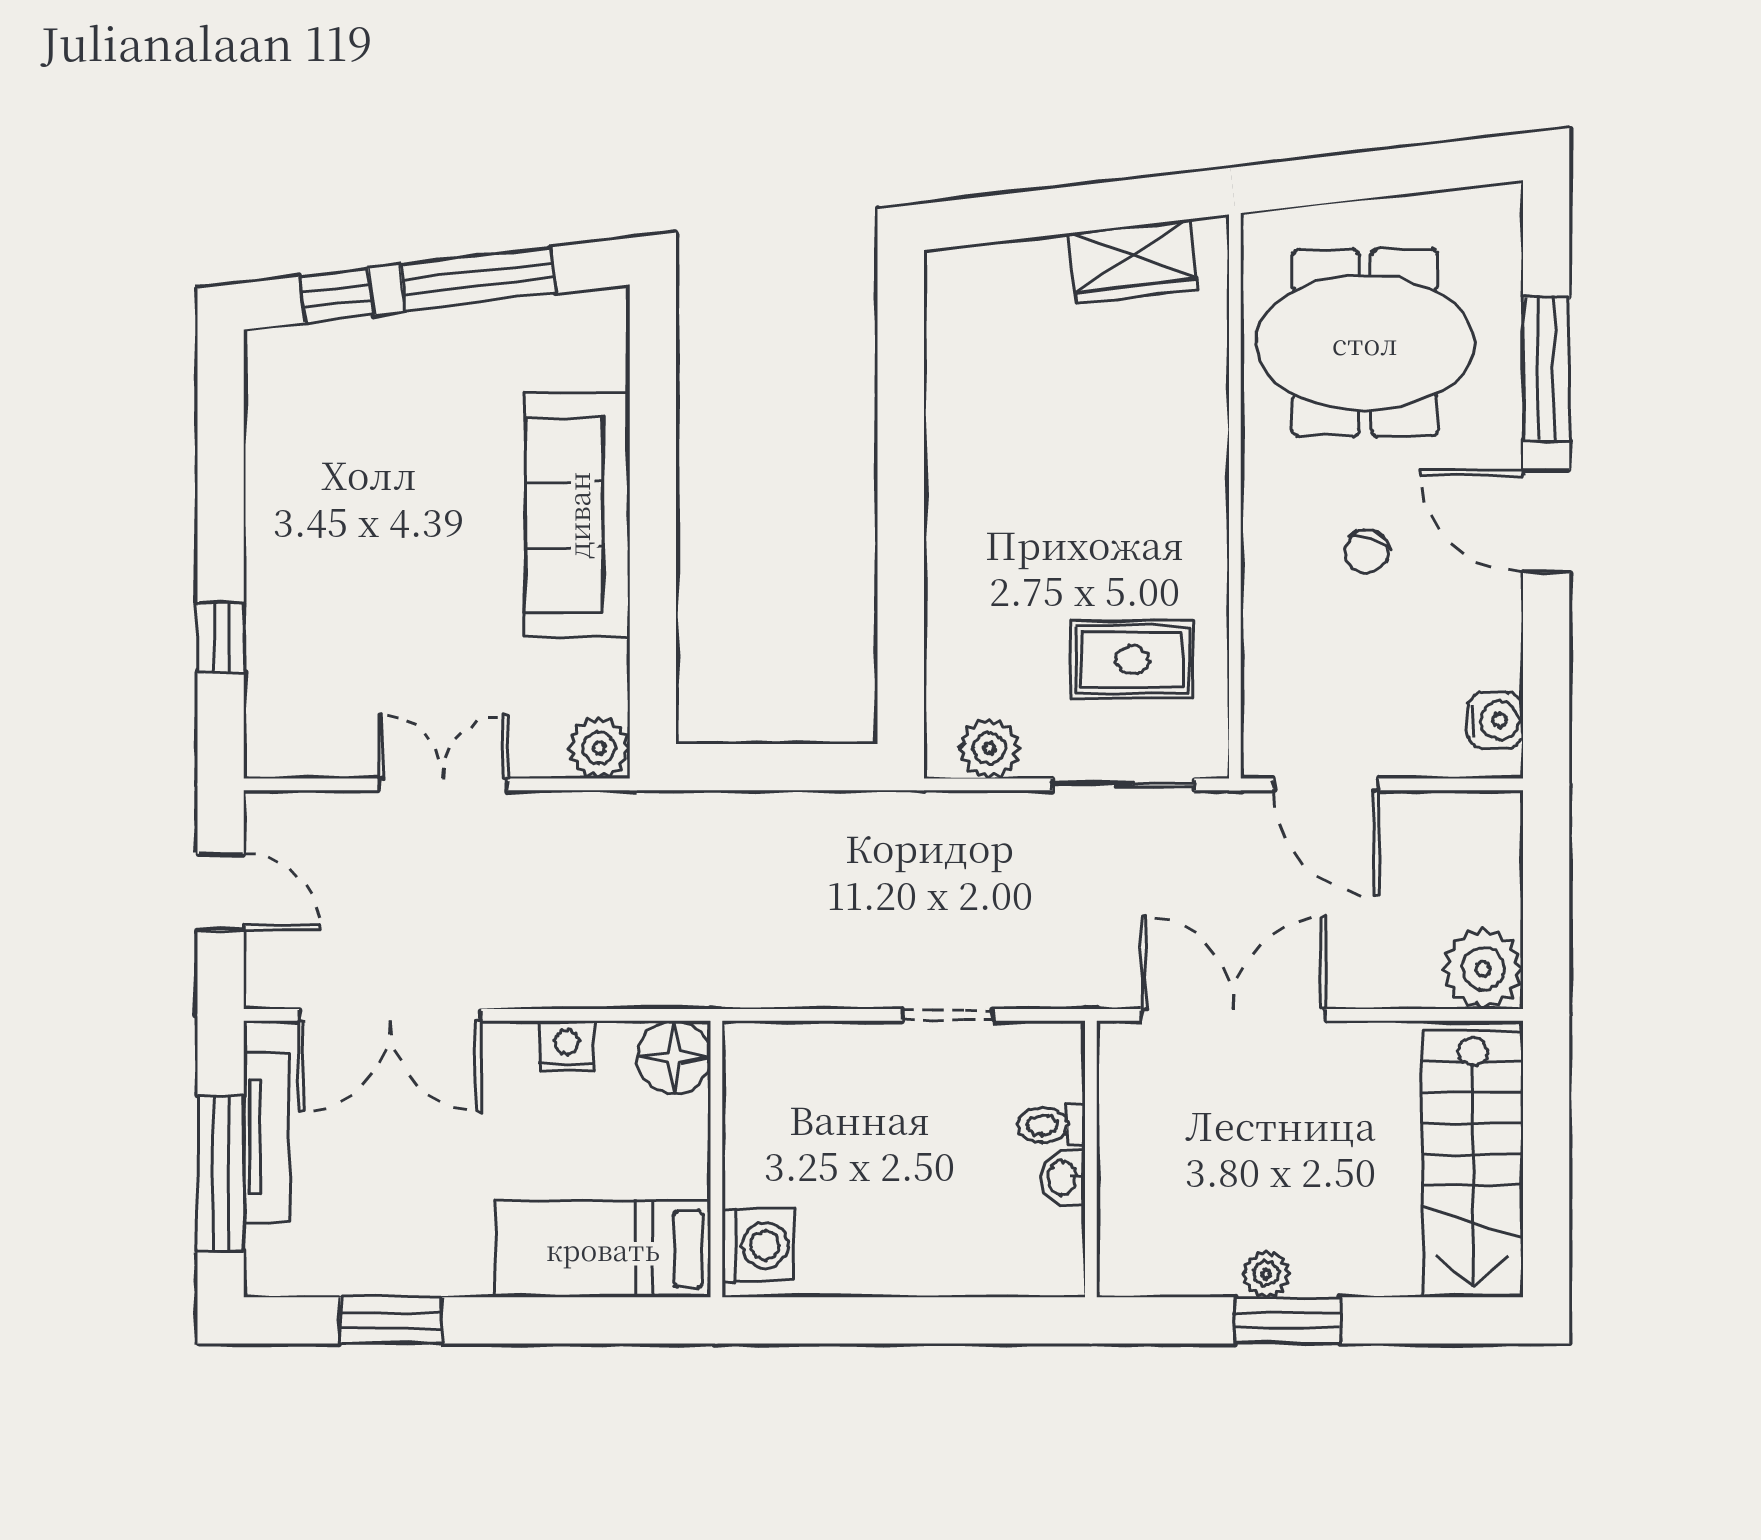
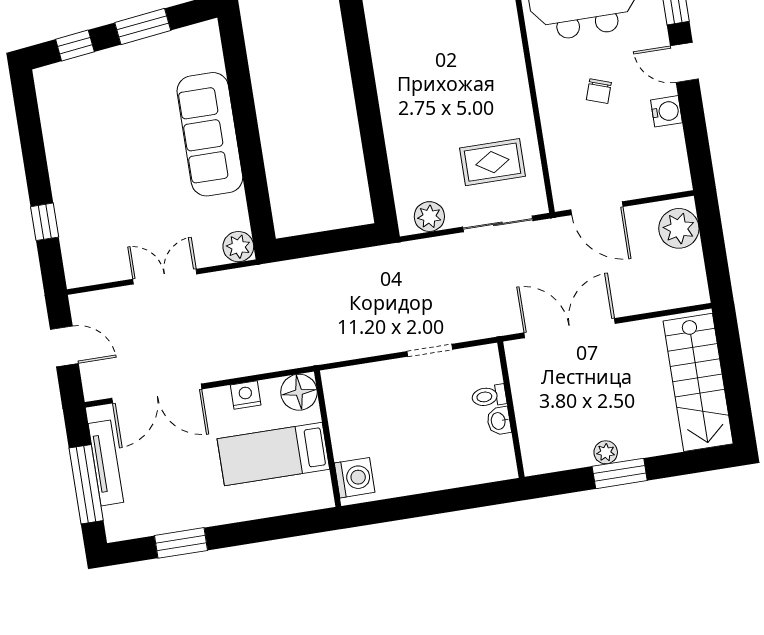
window: (478, 279) -> (143, 26), width x0.69
door: (1546, 521) -> (684, 62), width x0.73
water cooler: (1495, 721) -> (666, 111), moved
plant: (1483, 969) -> (679, 228), moved
bed: (603, 1249) -> (273, 454), moved

